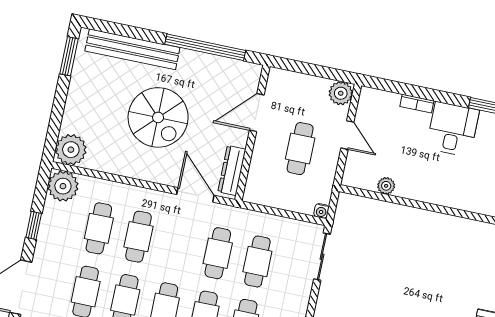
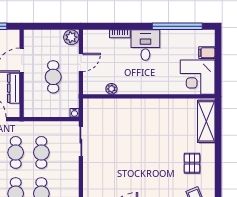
door: (347, 135) -> (81, 62), hinge flipped
dresser: (232, 171) -> (14, 88), moved

